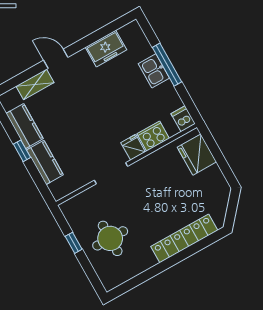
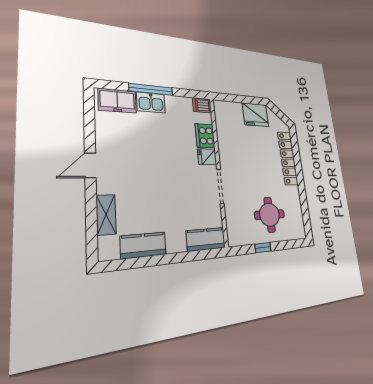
freezer: (106, 49) -> (117, 101), moved, turned 90
door: (56, 59) -> (90, 165), moved
window: (22, 151) -> (166, 259), removed
fridge: (197, 155) -> (255, 115), moved
kitchen counter: (45, 162) -> (206, 239), moved

